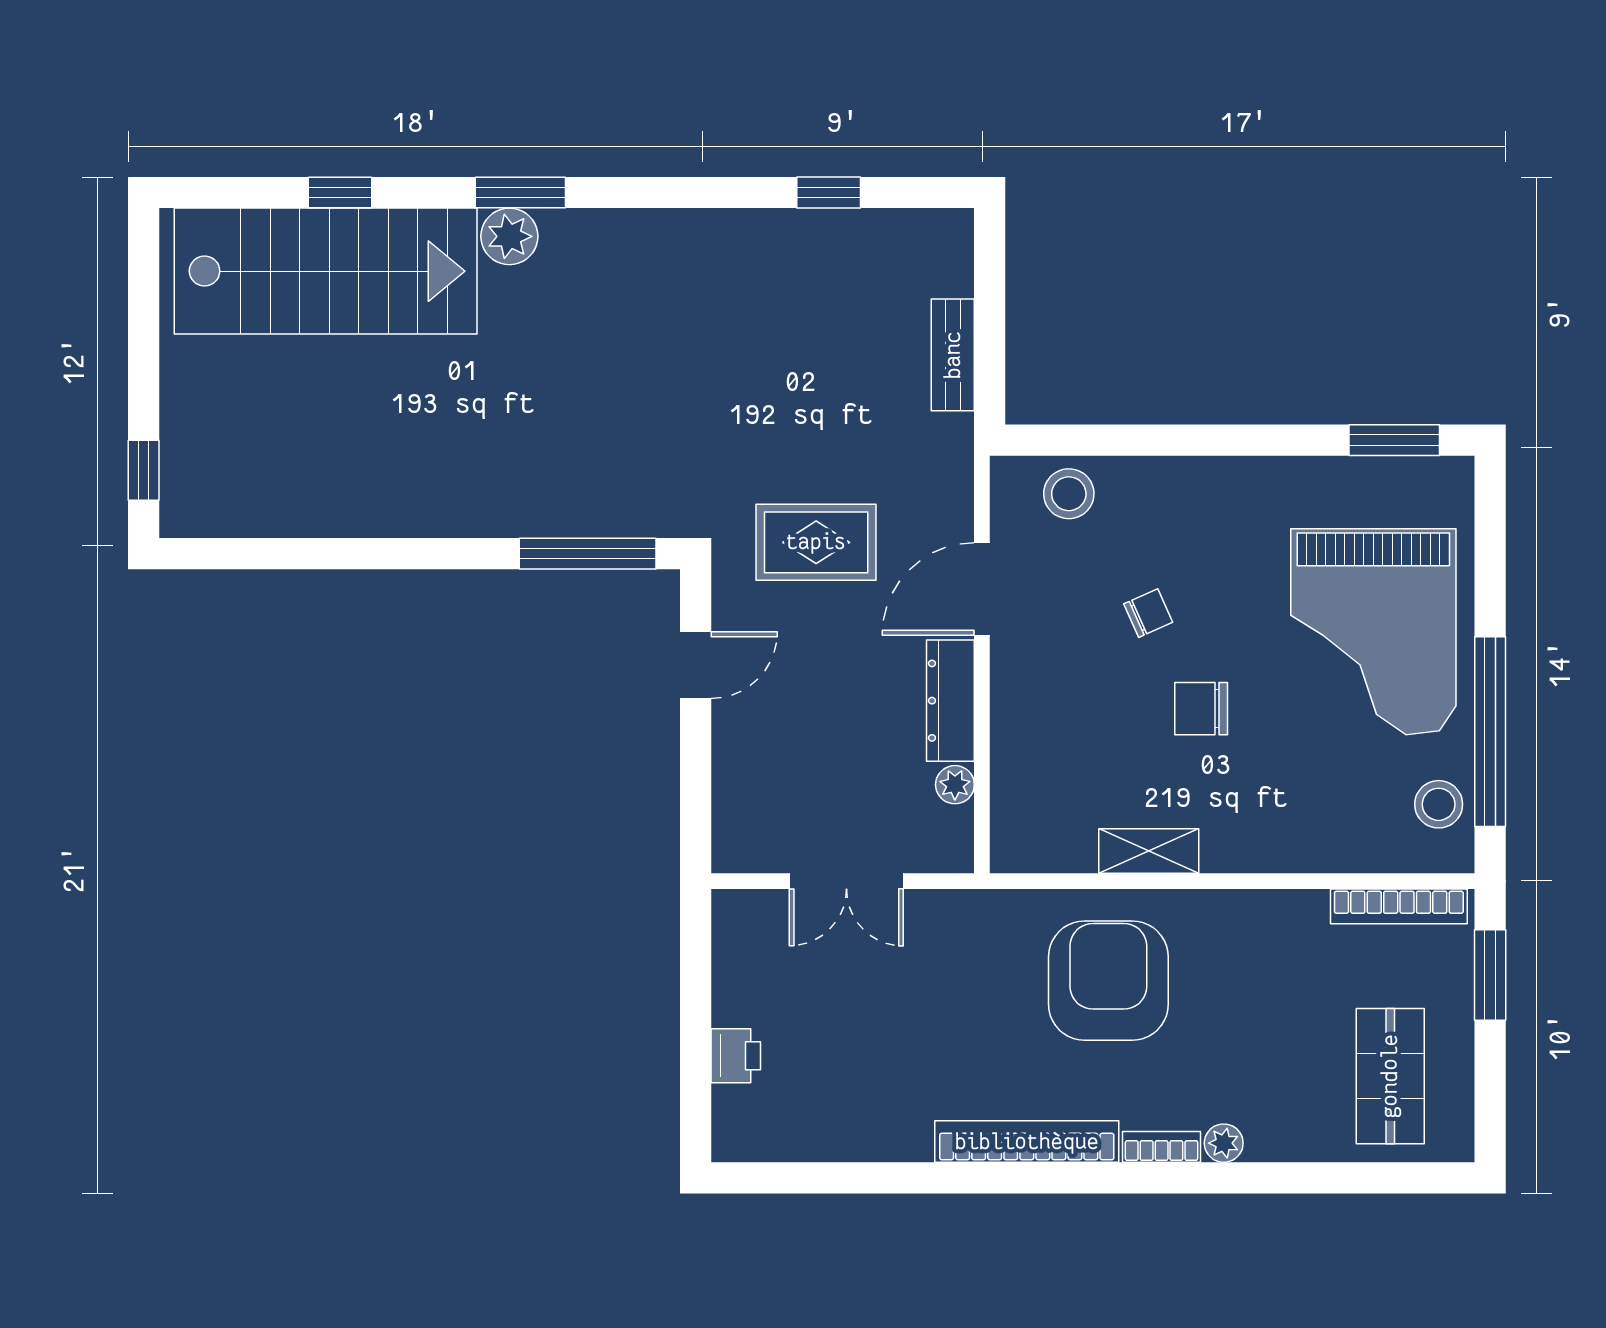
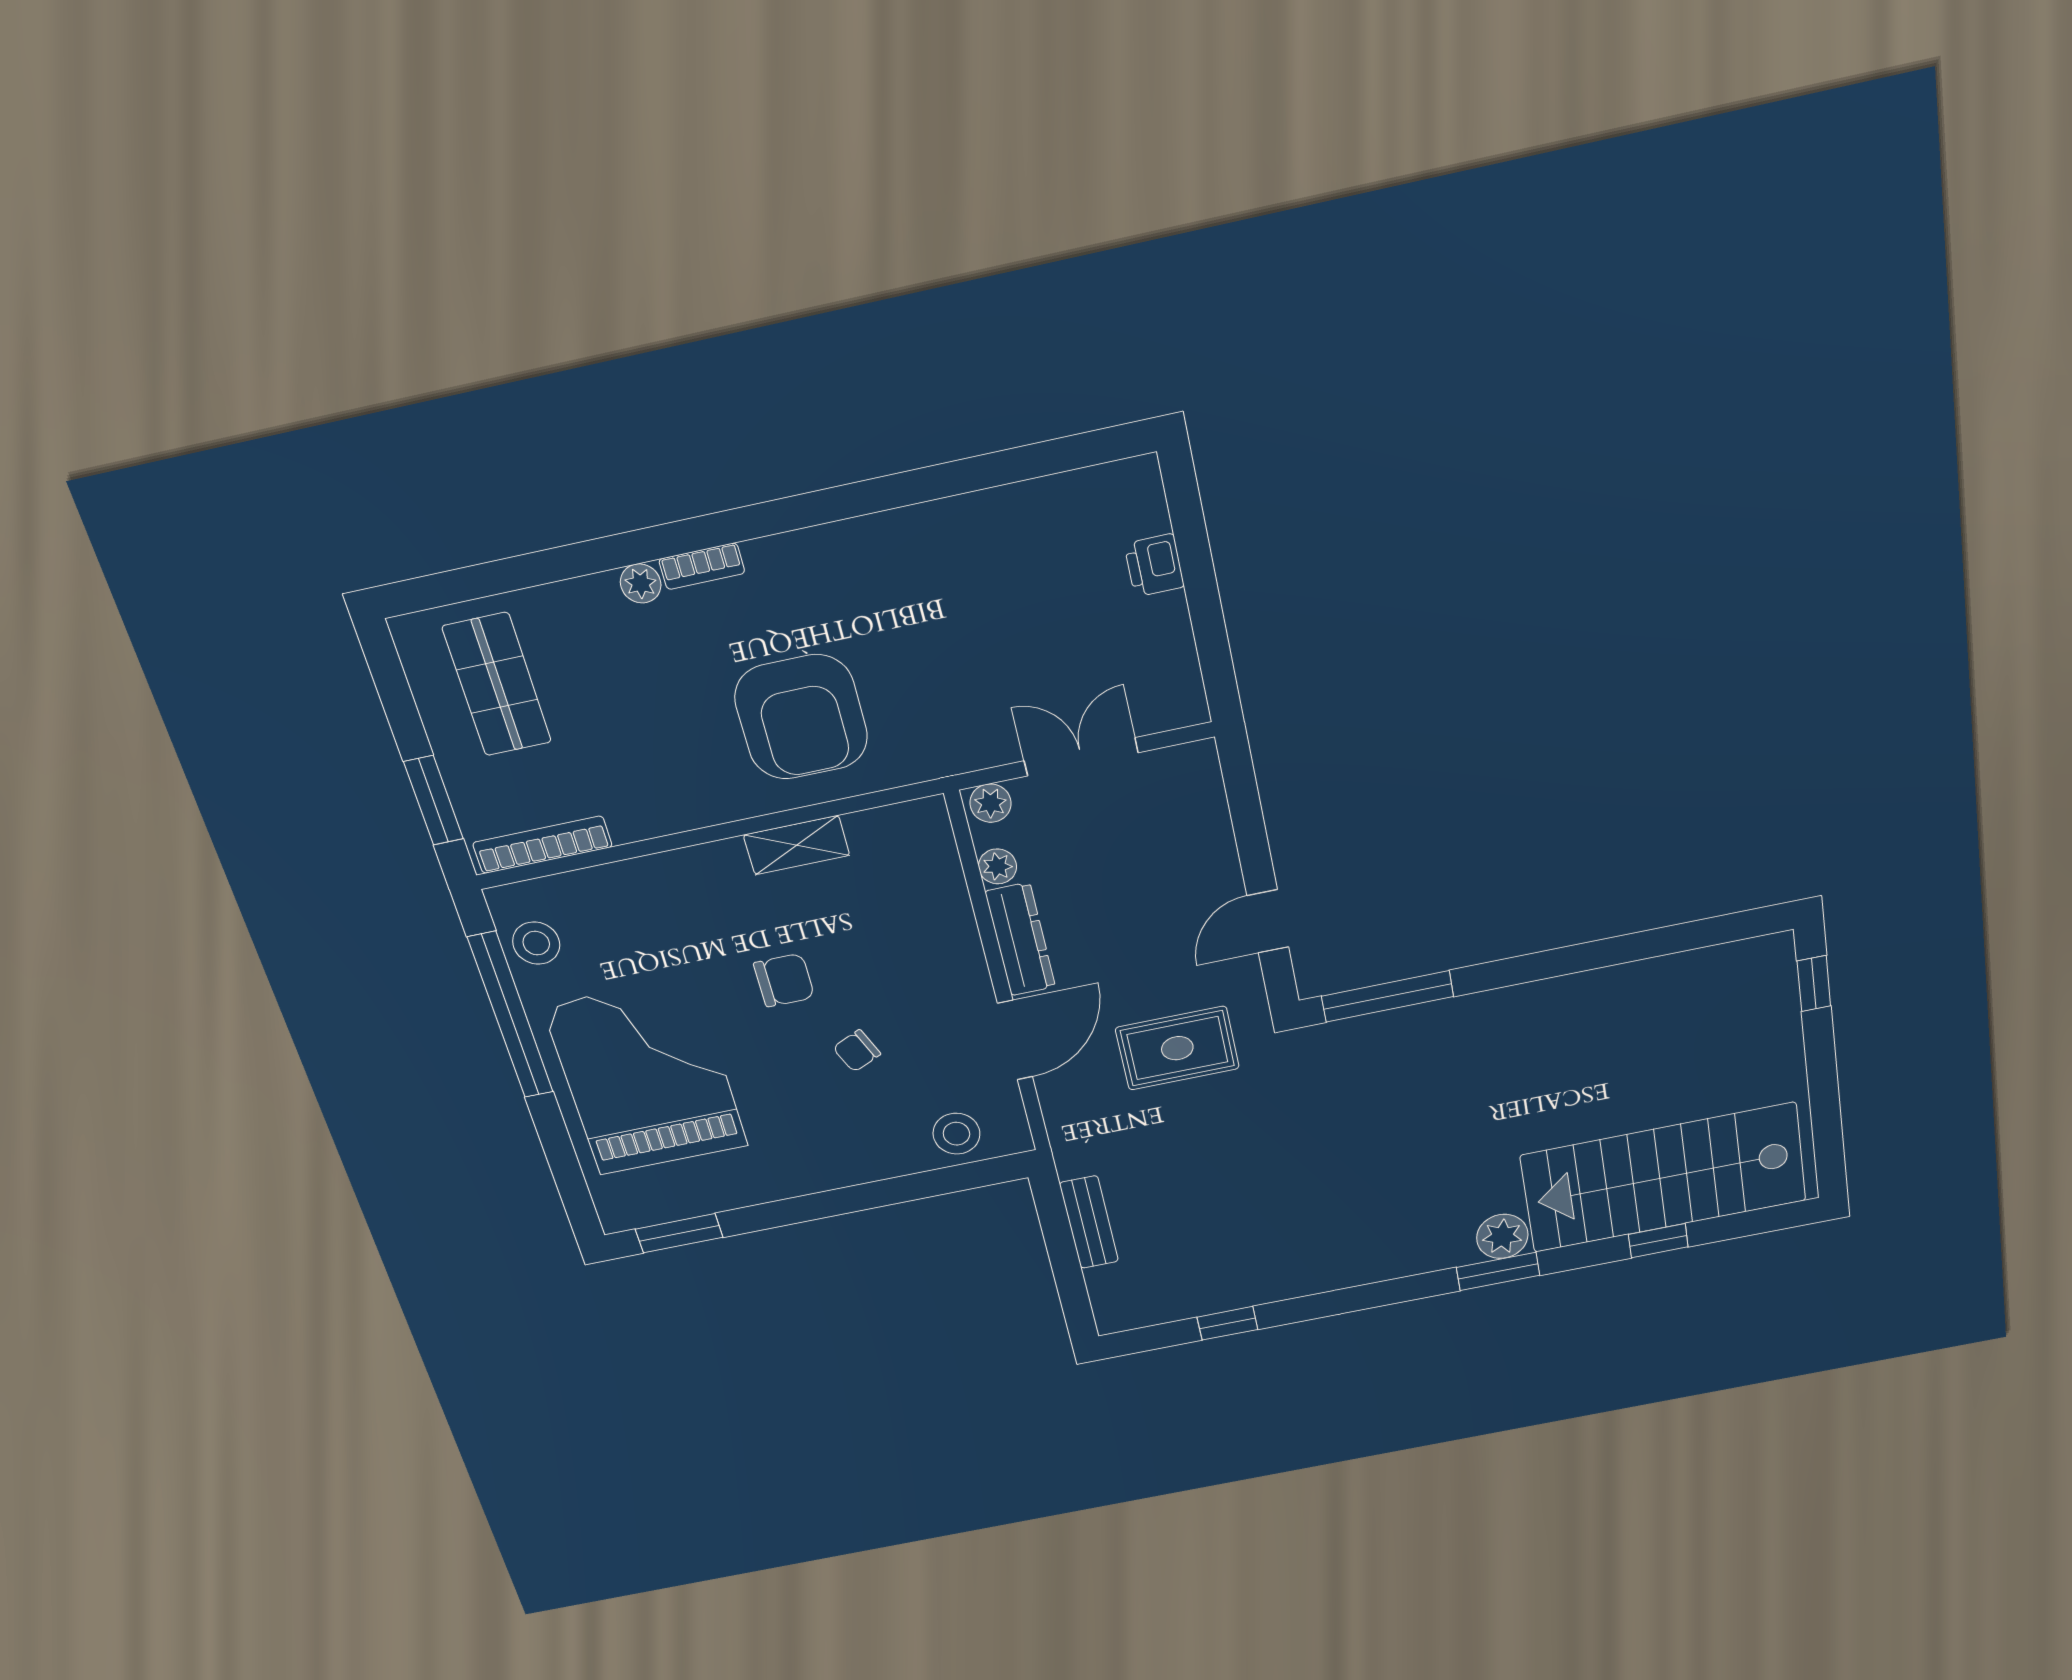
plant: (946, 853) -> (990, 803), added
bookcase: (1027, 1142) -> (839, 542), removed

